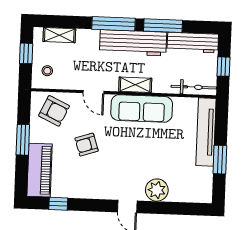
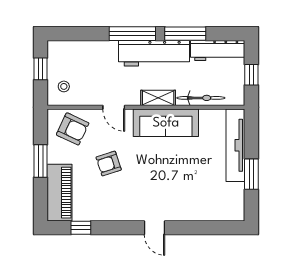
shelving: (59, 35) -> (75, 48), removed
bicycle: (194, 87) -> (201, 98), moved
plant: (157, 190) -> (185, 209), removed

